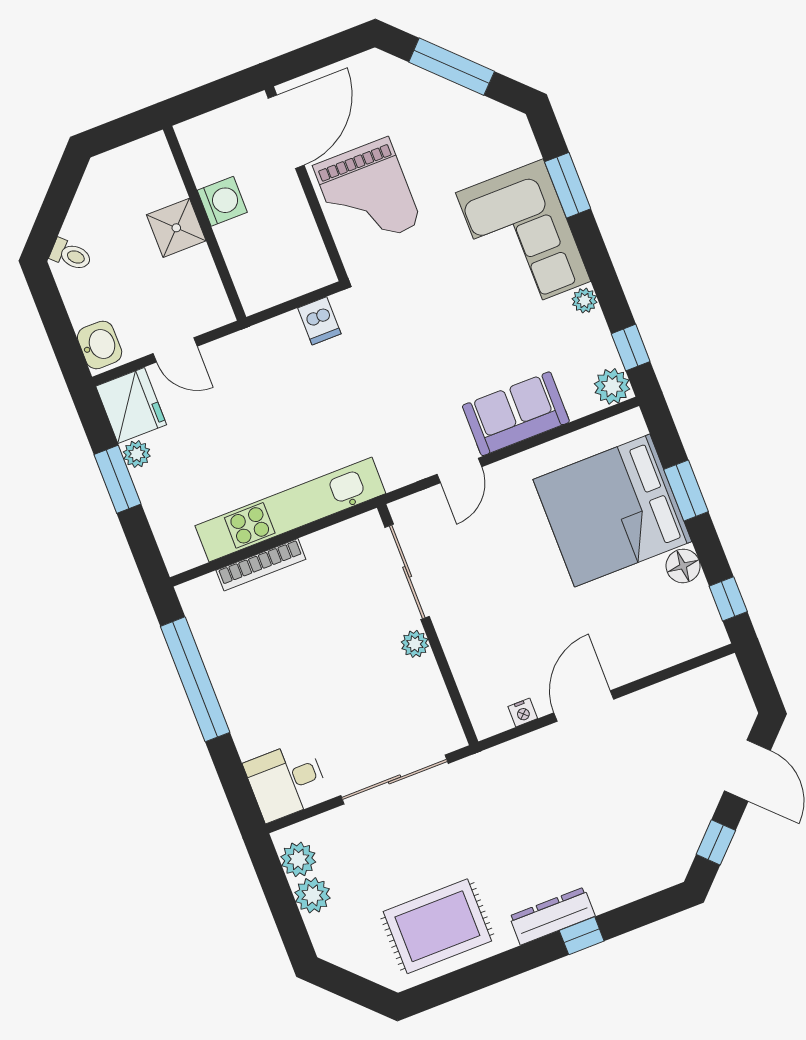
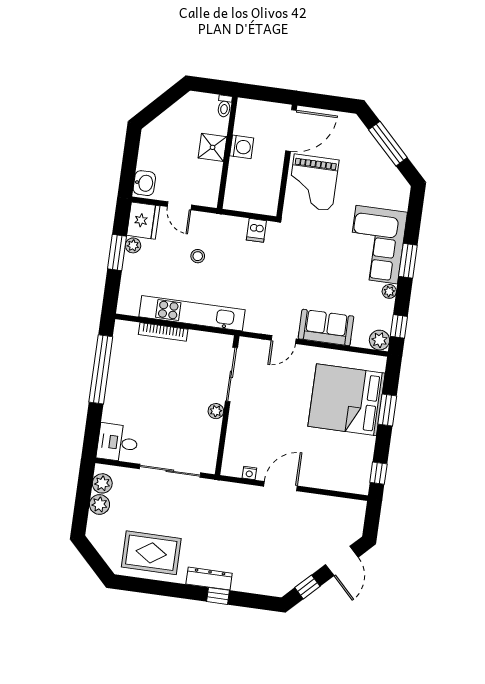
window: (568, 185) -> (408, 261), moved
toilet: (71, 255) -> (224, 106), moved, turned 46
stool: (249, 414) -> (198, 256), added
floor lamp: (683, 566) -> (366, 445), removed

